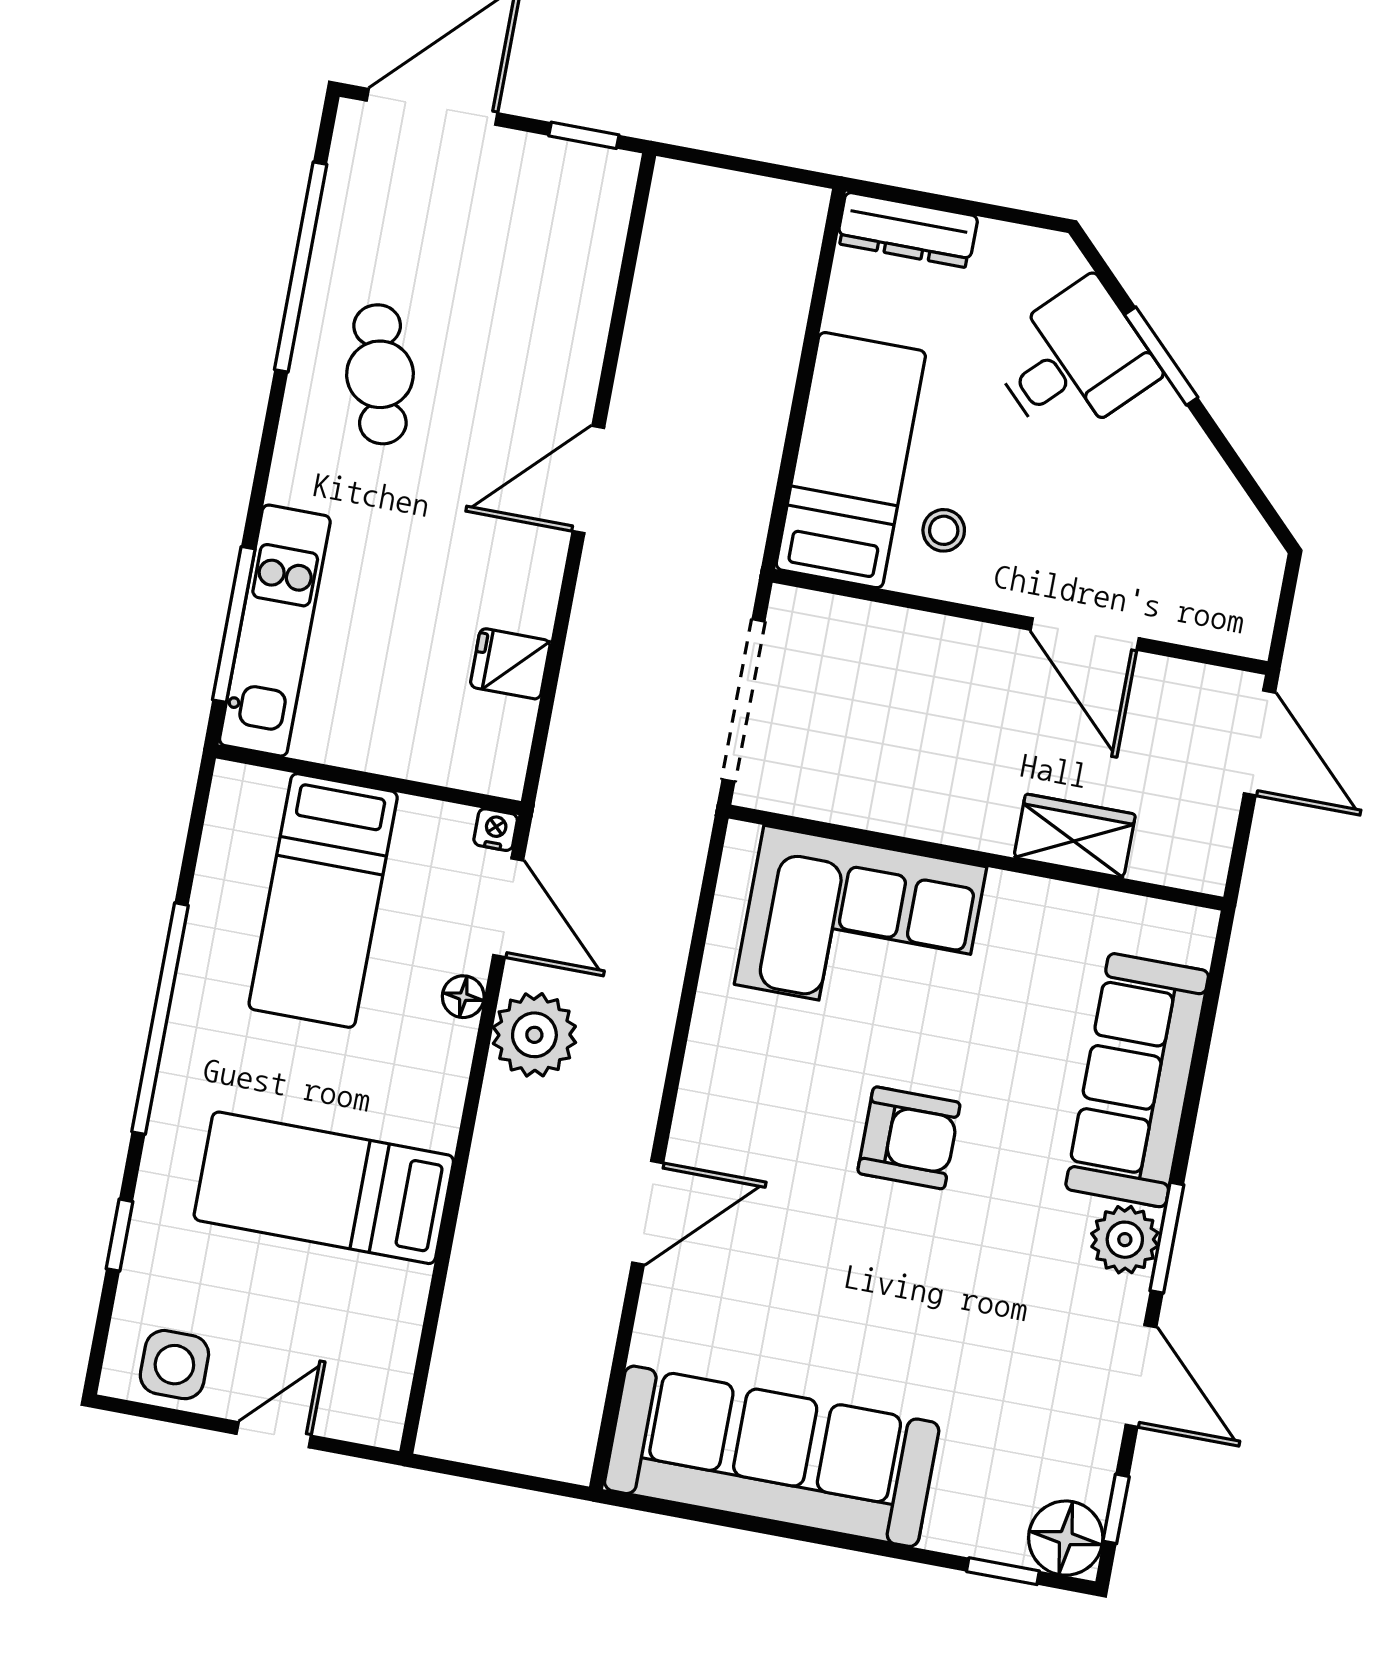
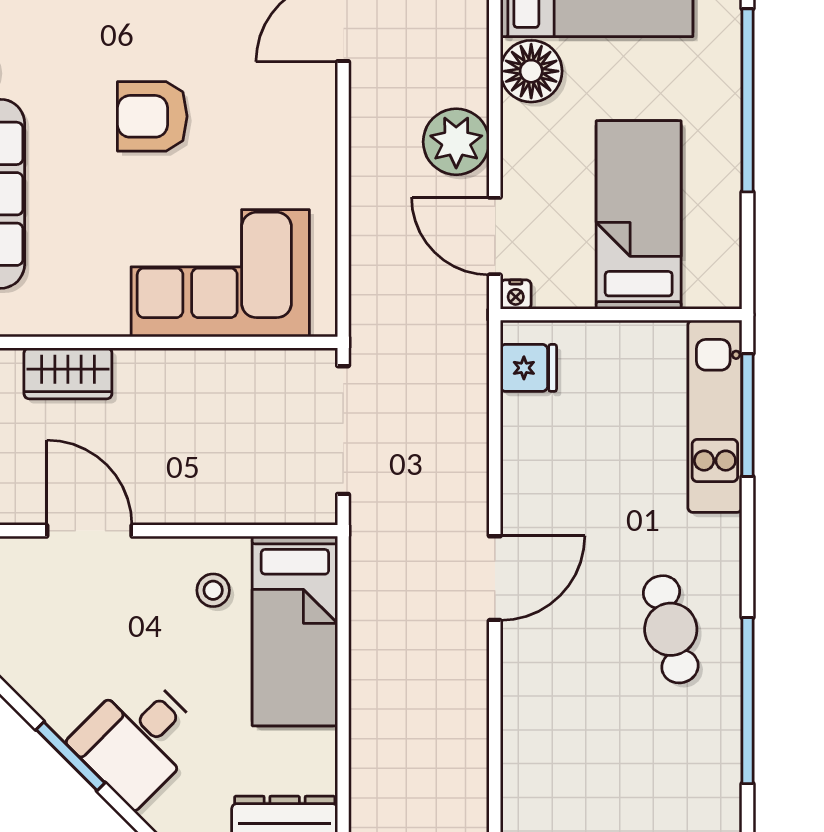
fridge: (510, 664) -> (528, 368), moved
floor lamp: (463, 997) -> (531, 71), moved, width x1.89, depth x1.89

